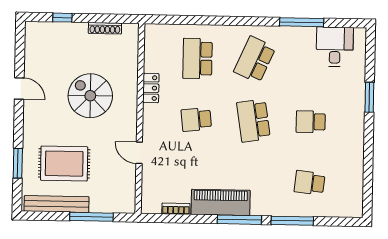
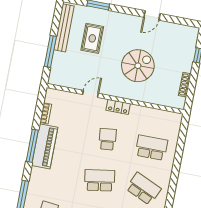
locker: (151, 88) -> (118, 107), moved
rug: (64, 164) -> (92, 38), width x0.73, depth x0.70
window: (239, 220) -> (32, 146), moved

